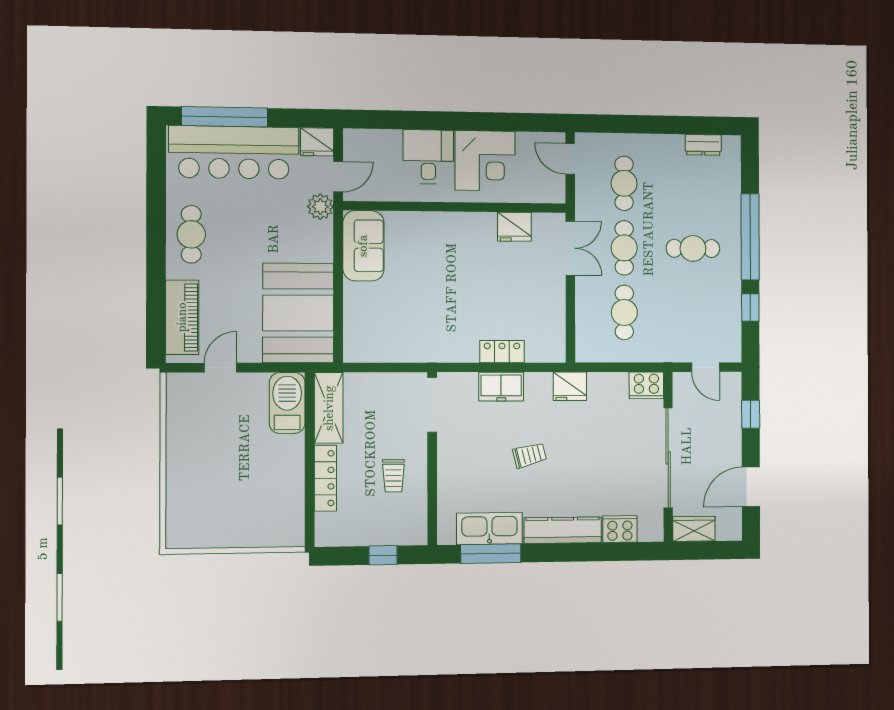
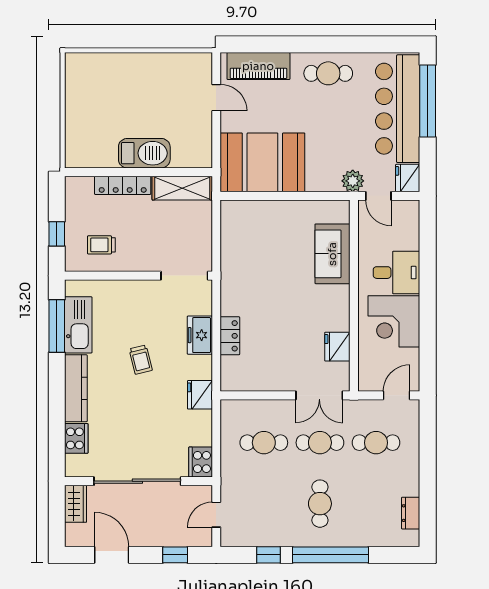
sofa: (363, 246) -> (332, 254), moved, turned 90
barbecue: (287, 403) -> (144, 153), moved
trolley: (393, 476) -> (101, 245), moved

